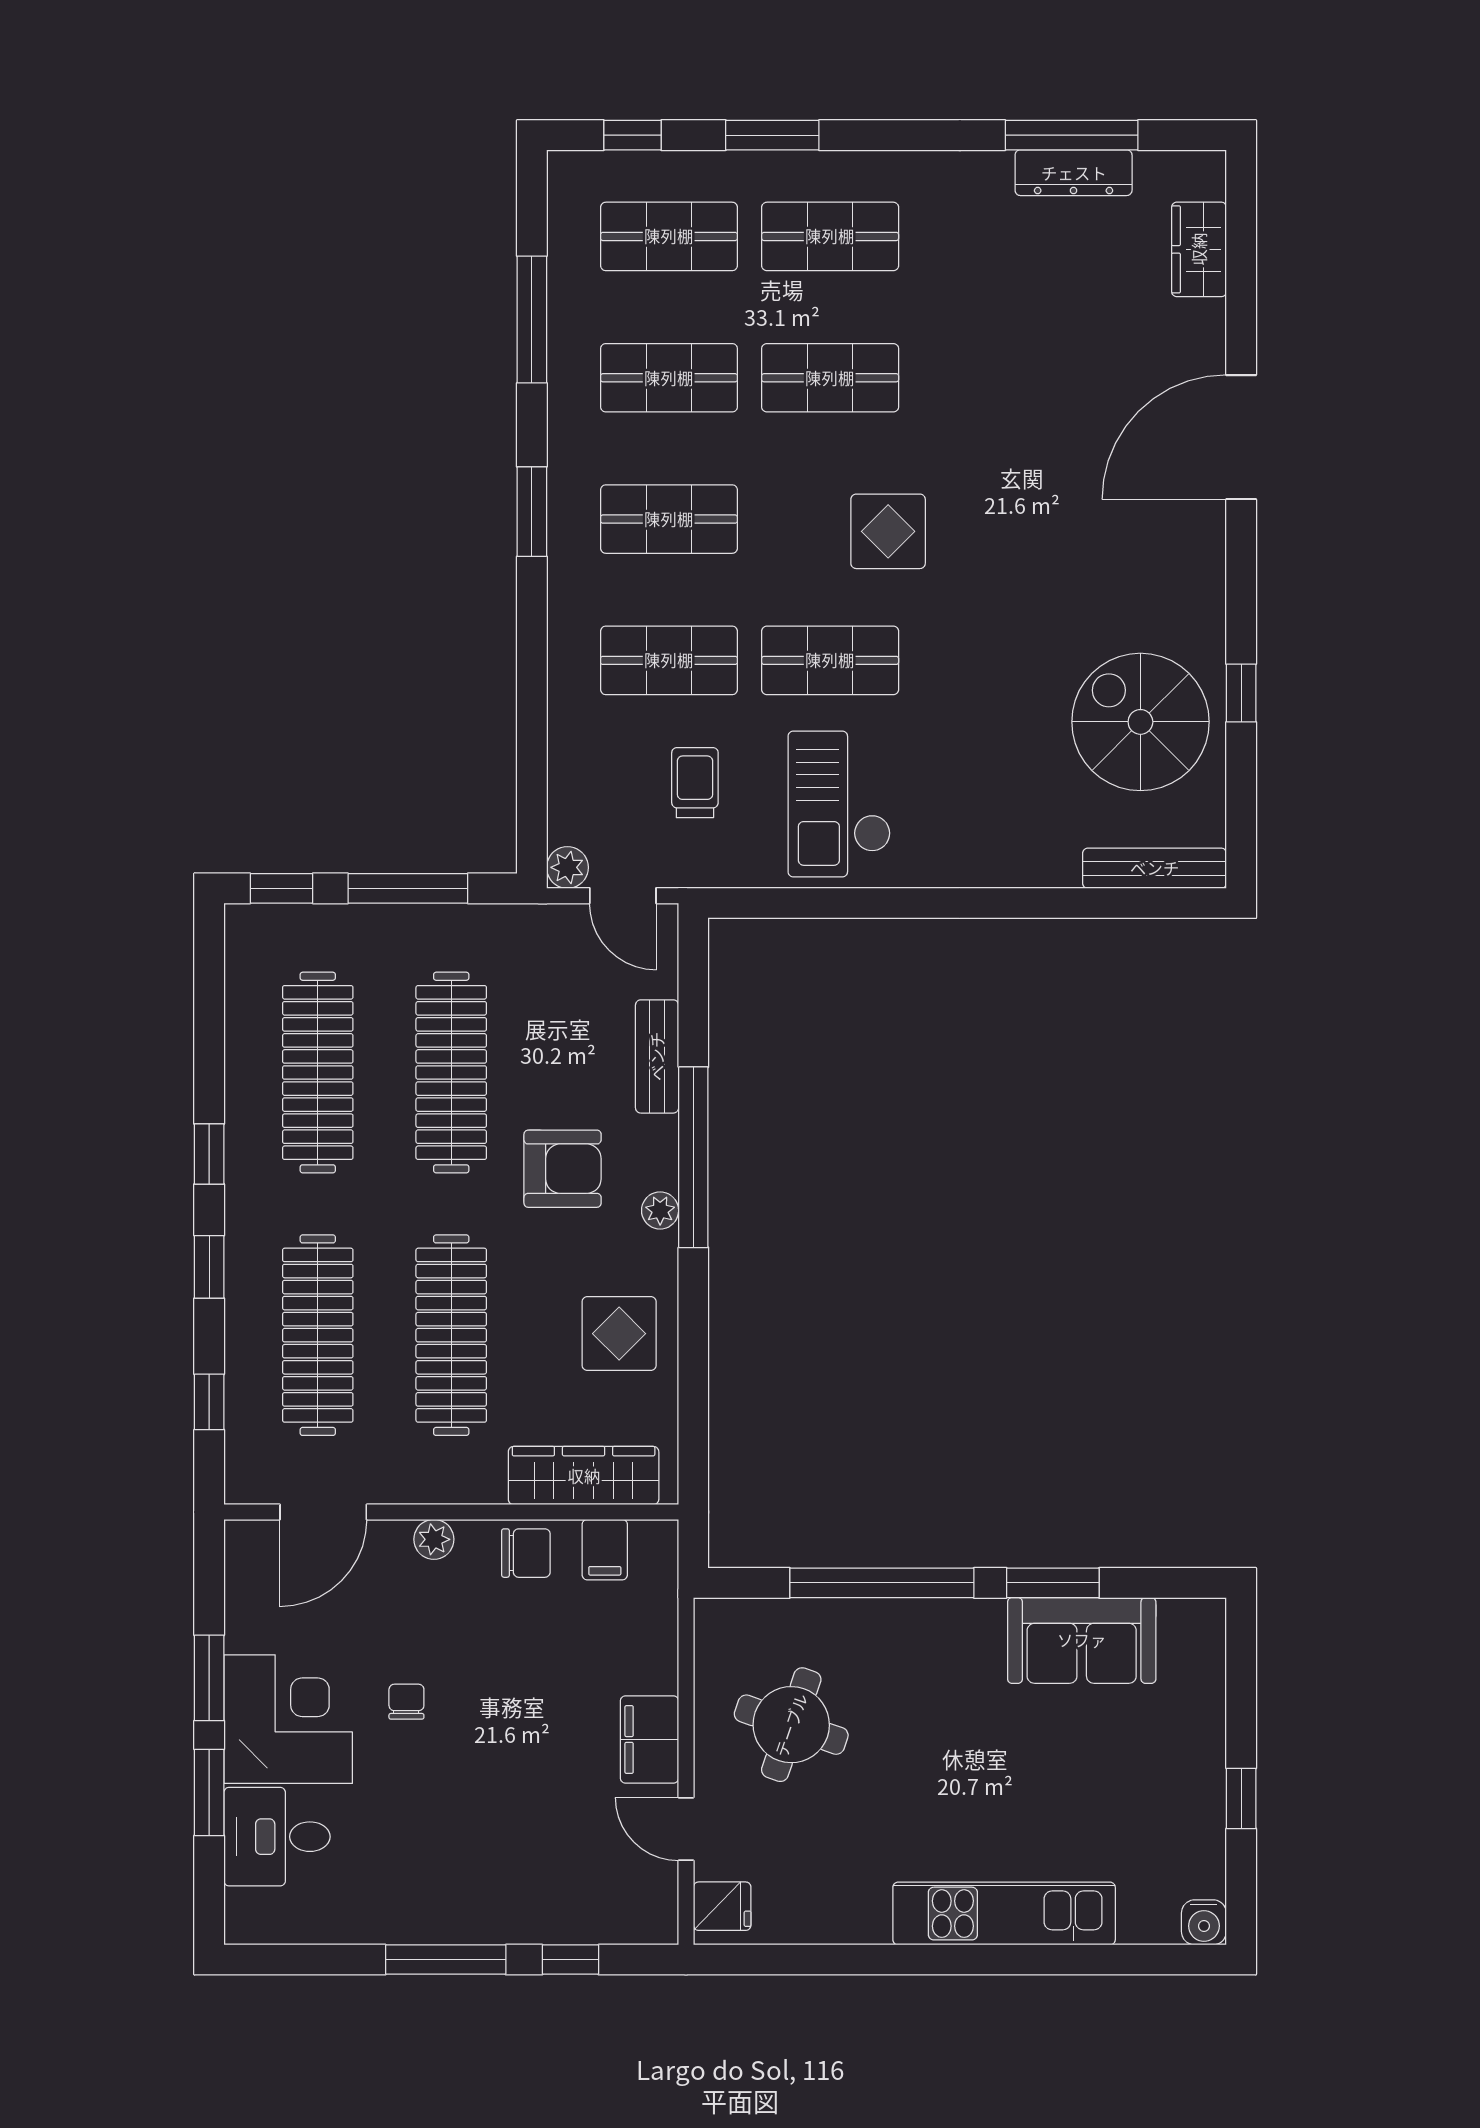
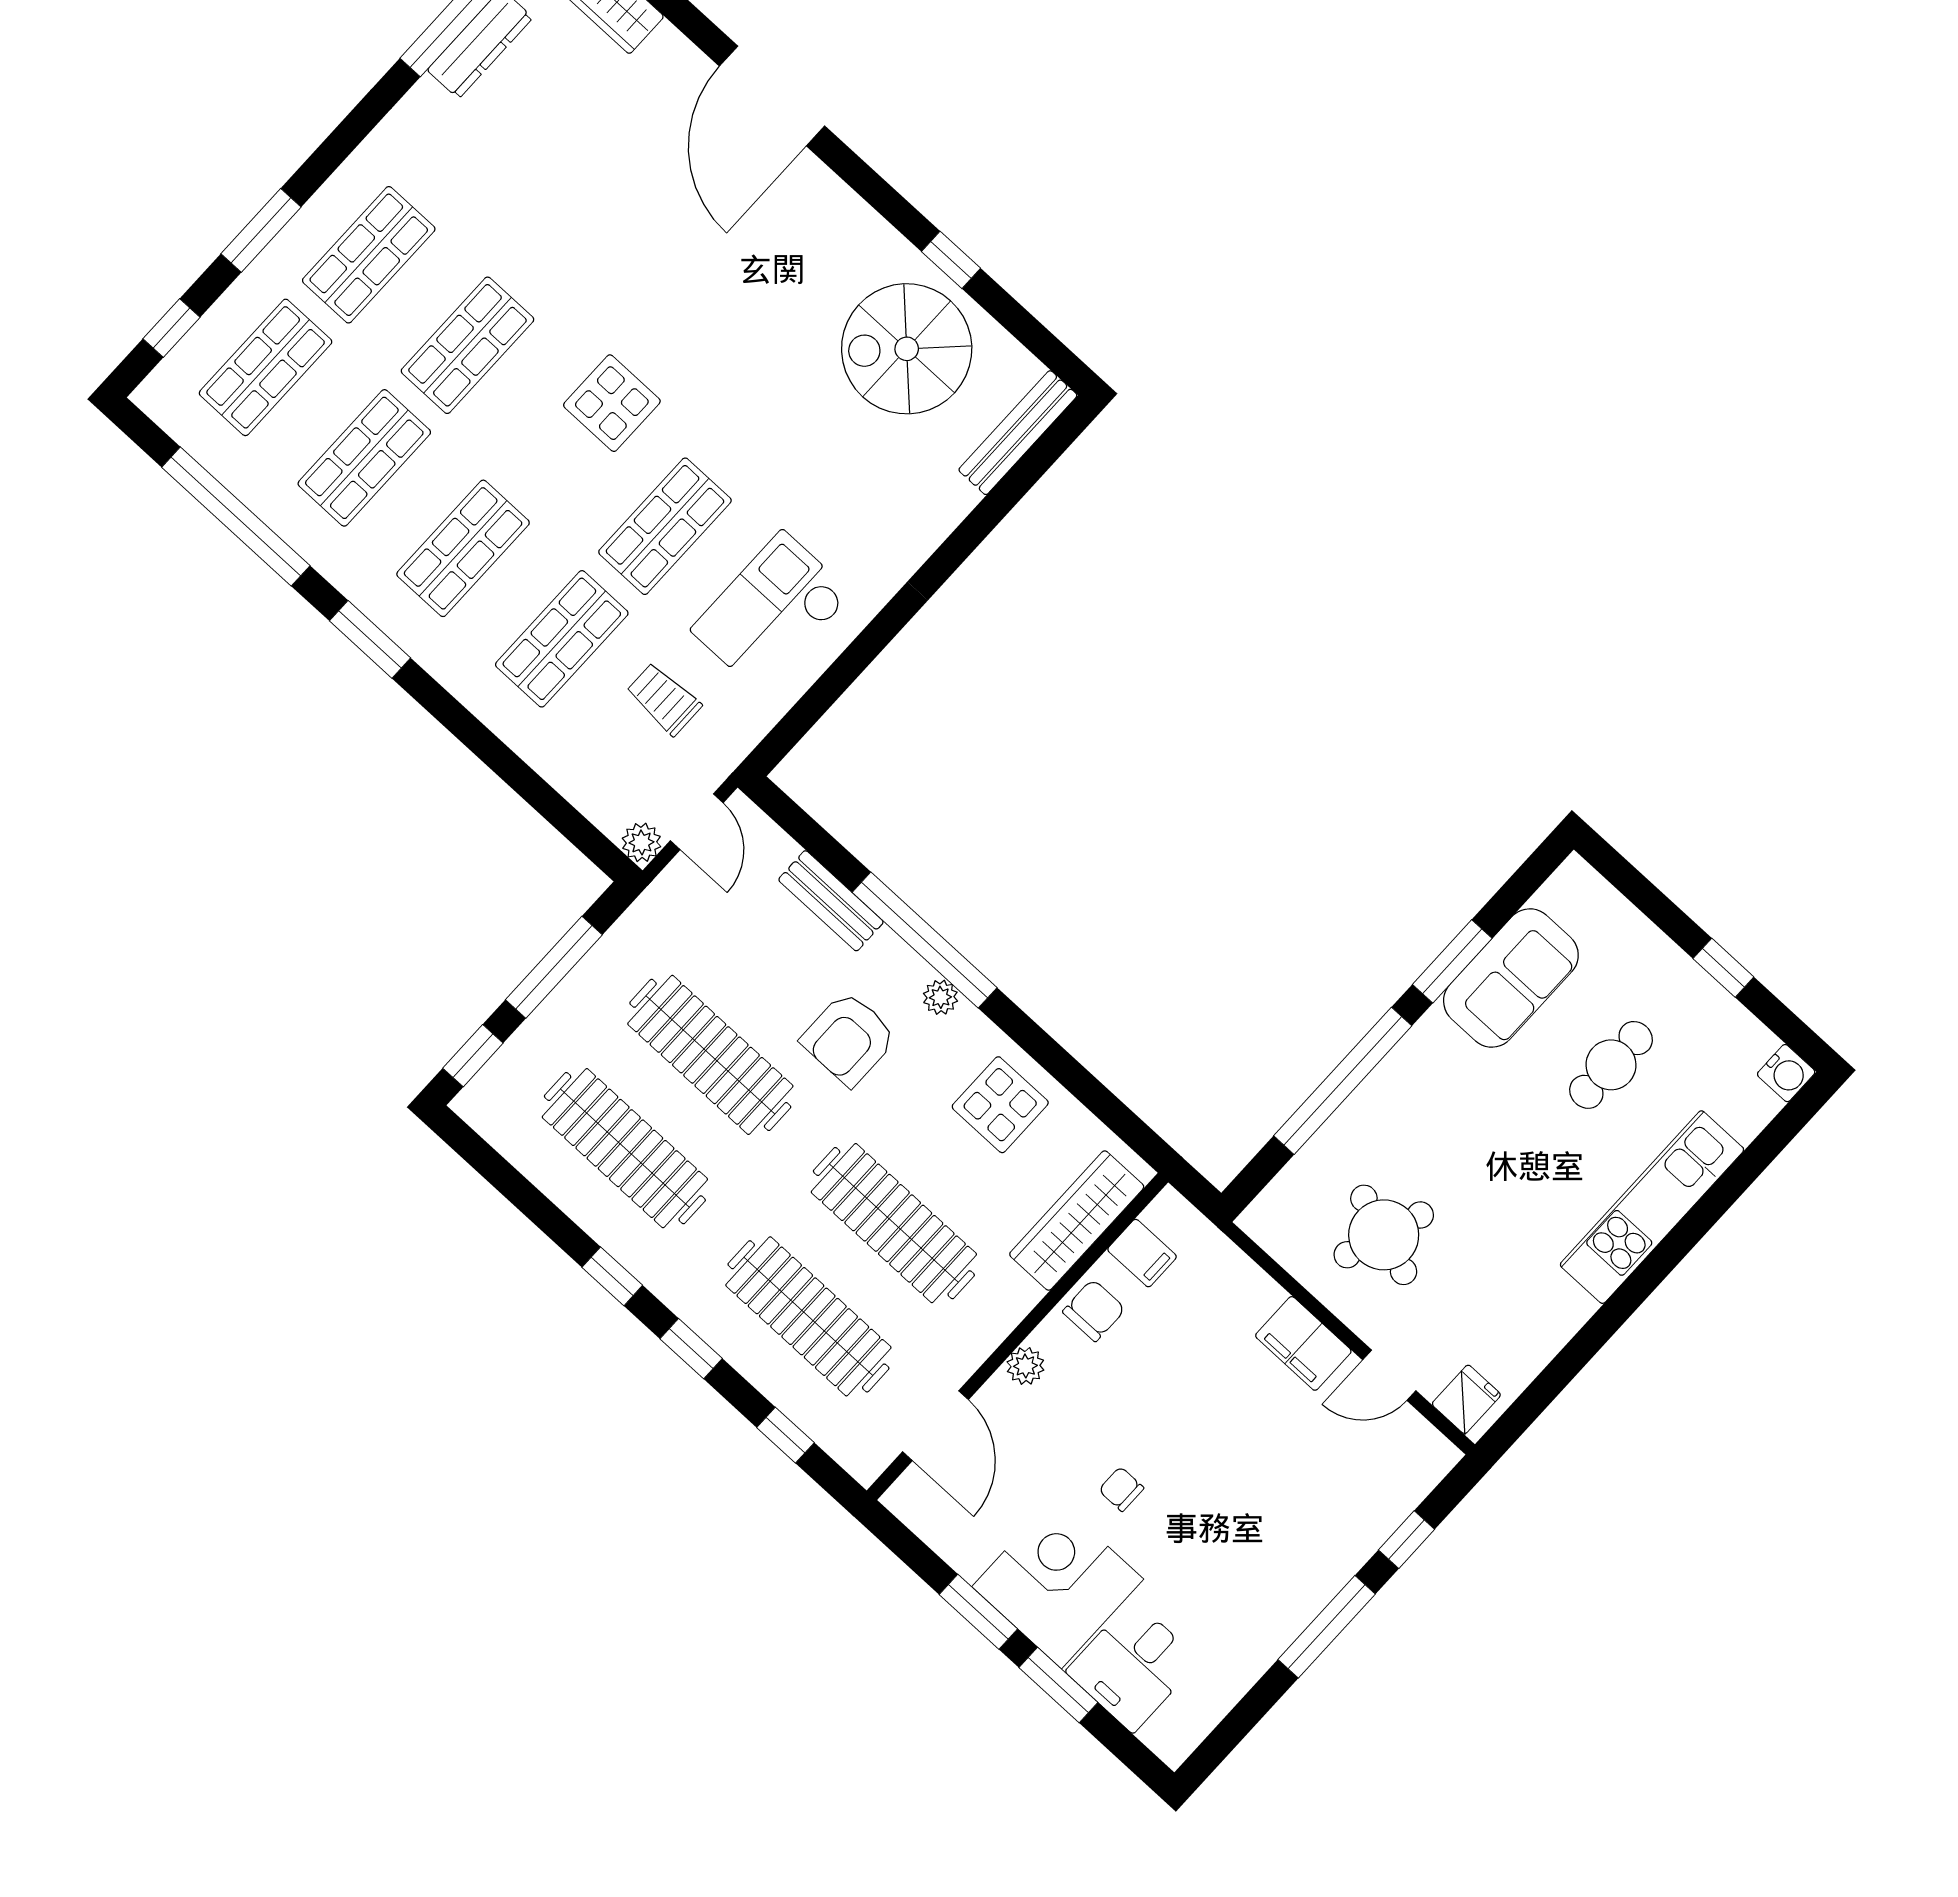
window: (532, 320) -> (236, 516), width x1.46
checkout: (839, 804) -> (771, 612), turned 90
door: (623, 896) -> (697, 822), hinge flipped
armchair: (563, 1169) -> (849, 1039), turned 180
cafe table: (1085, 1780) -> (1611, 1065), added

